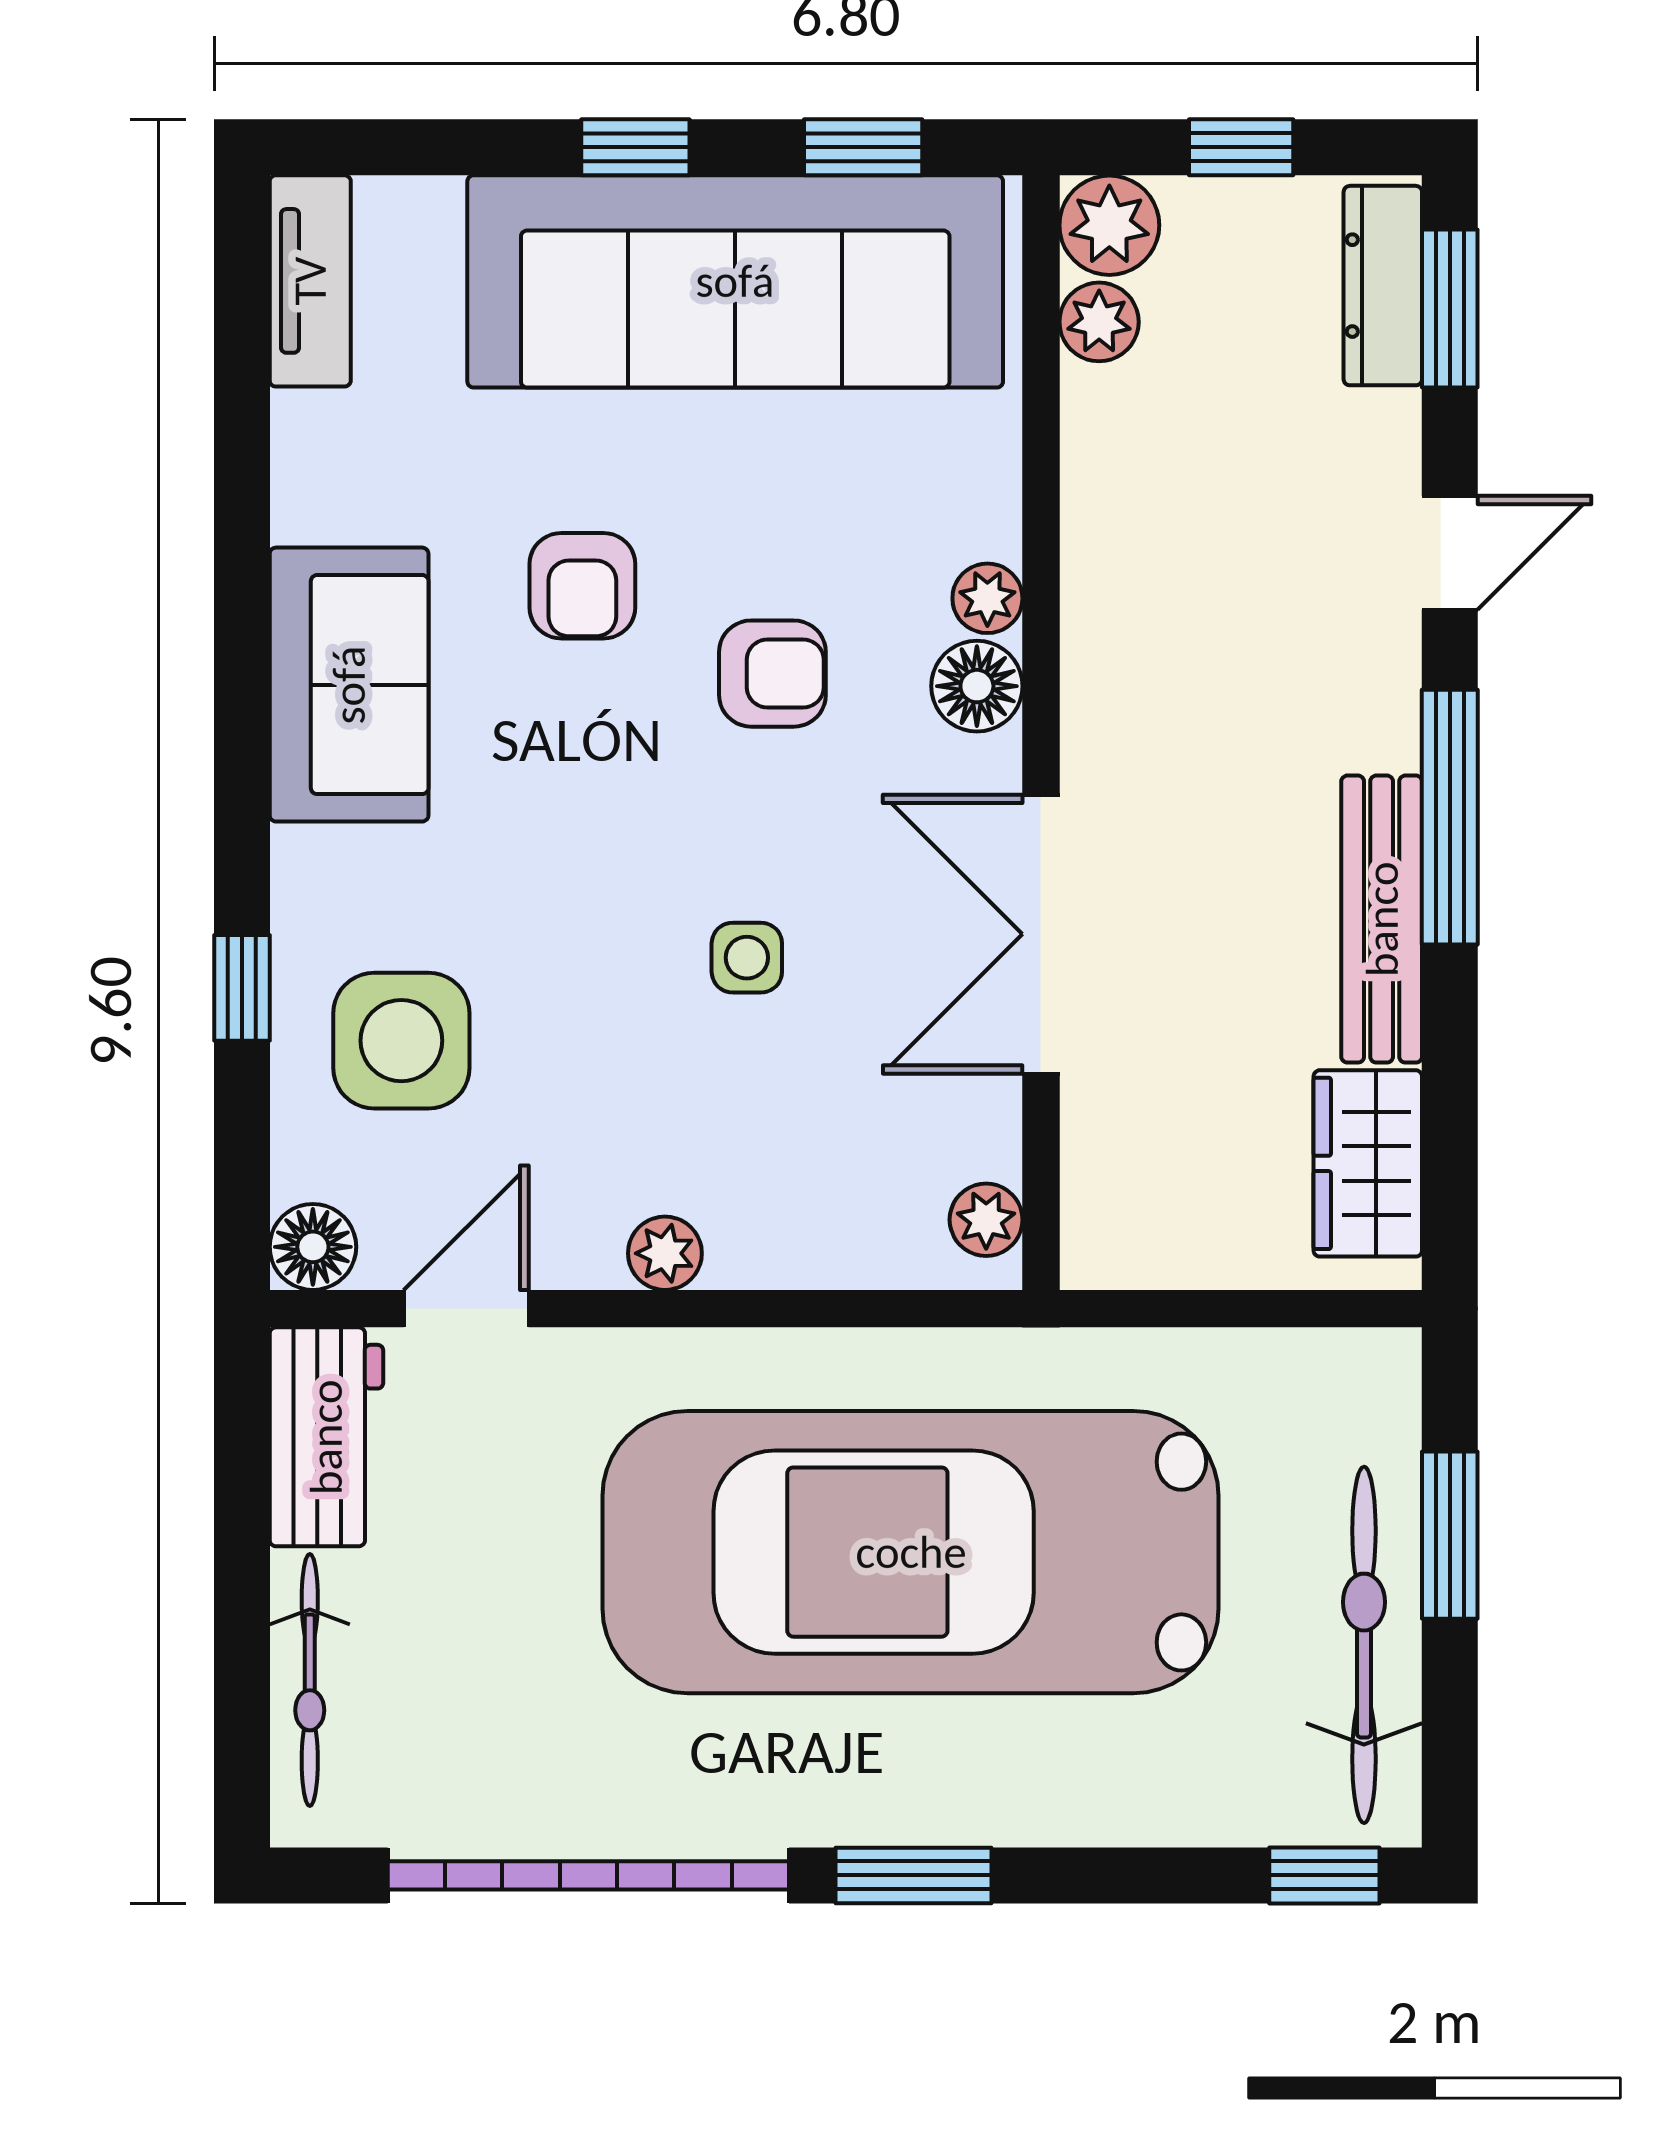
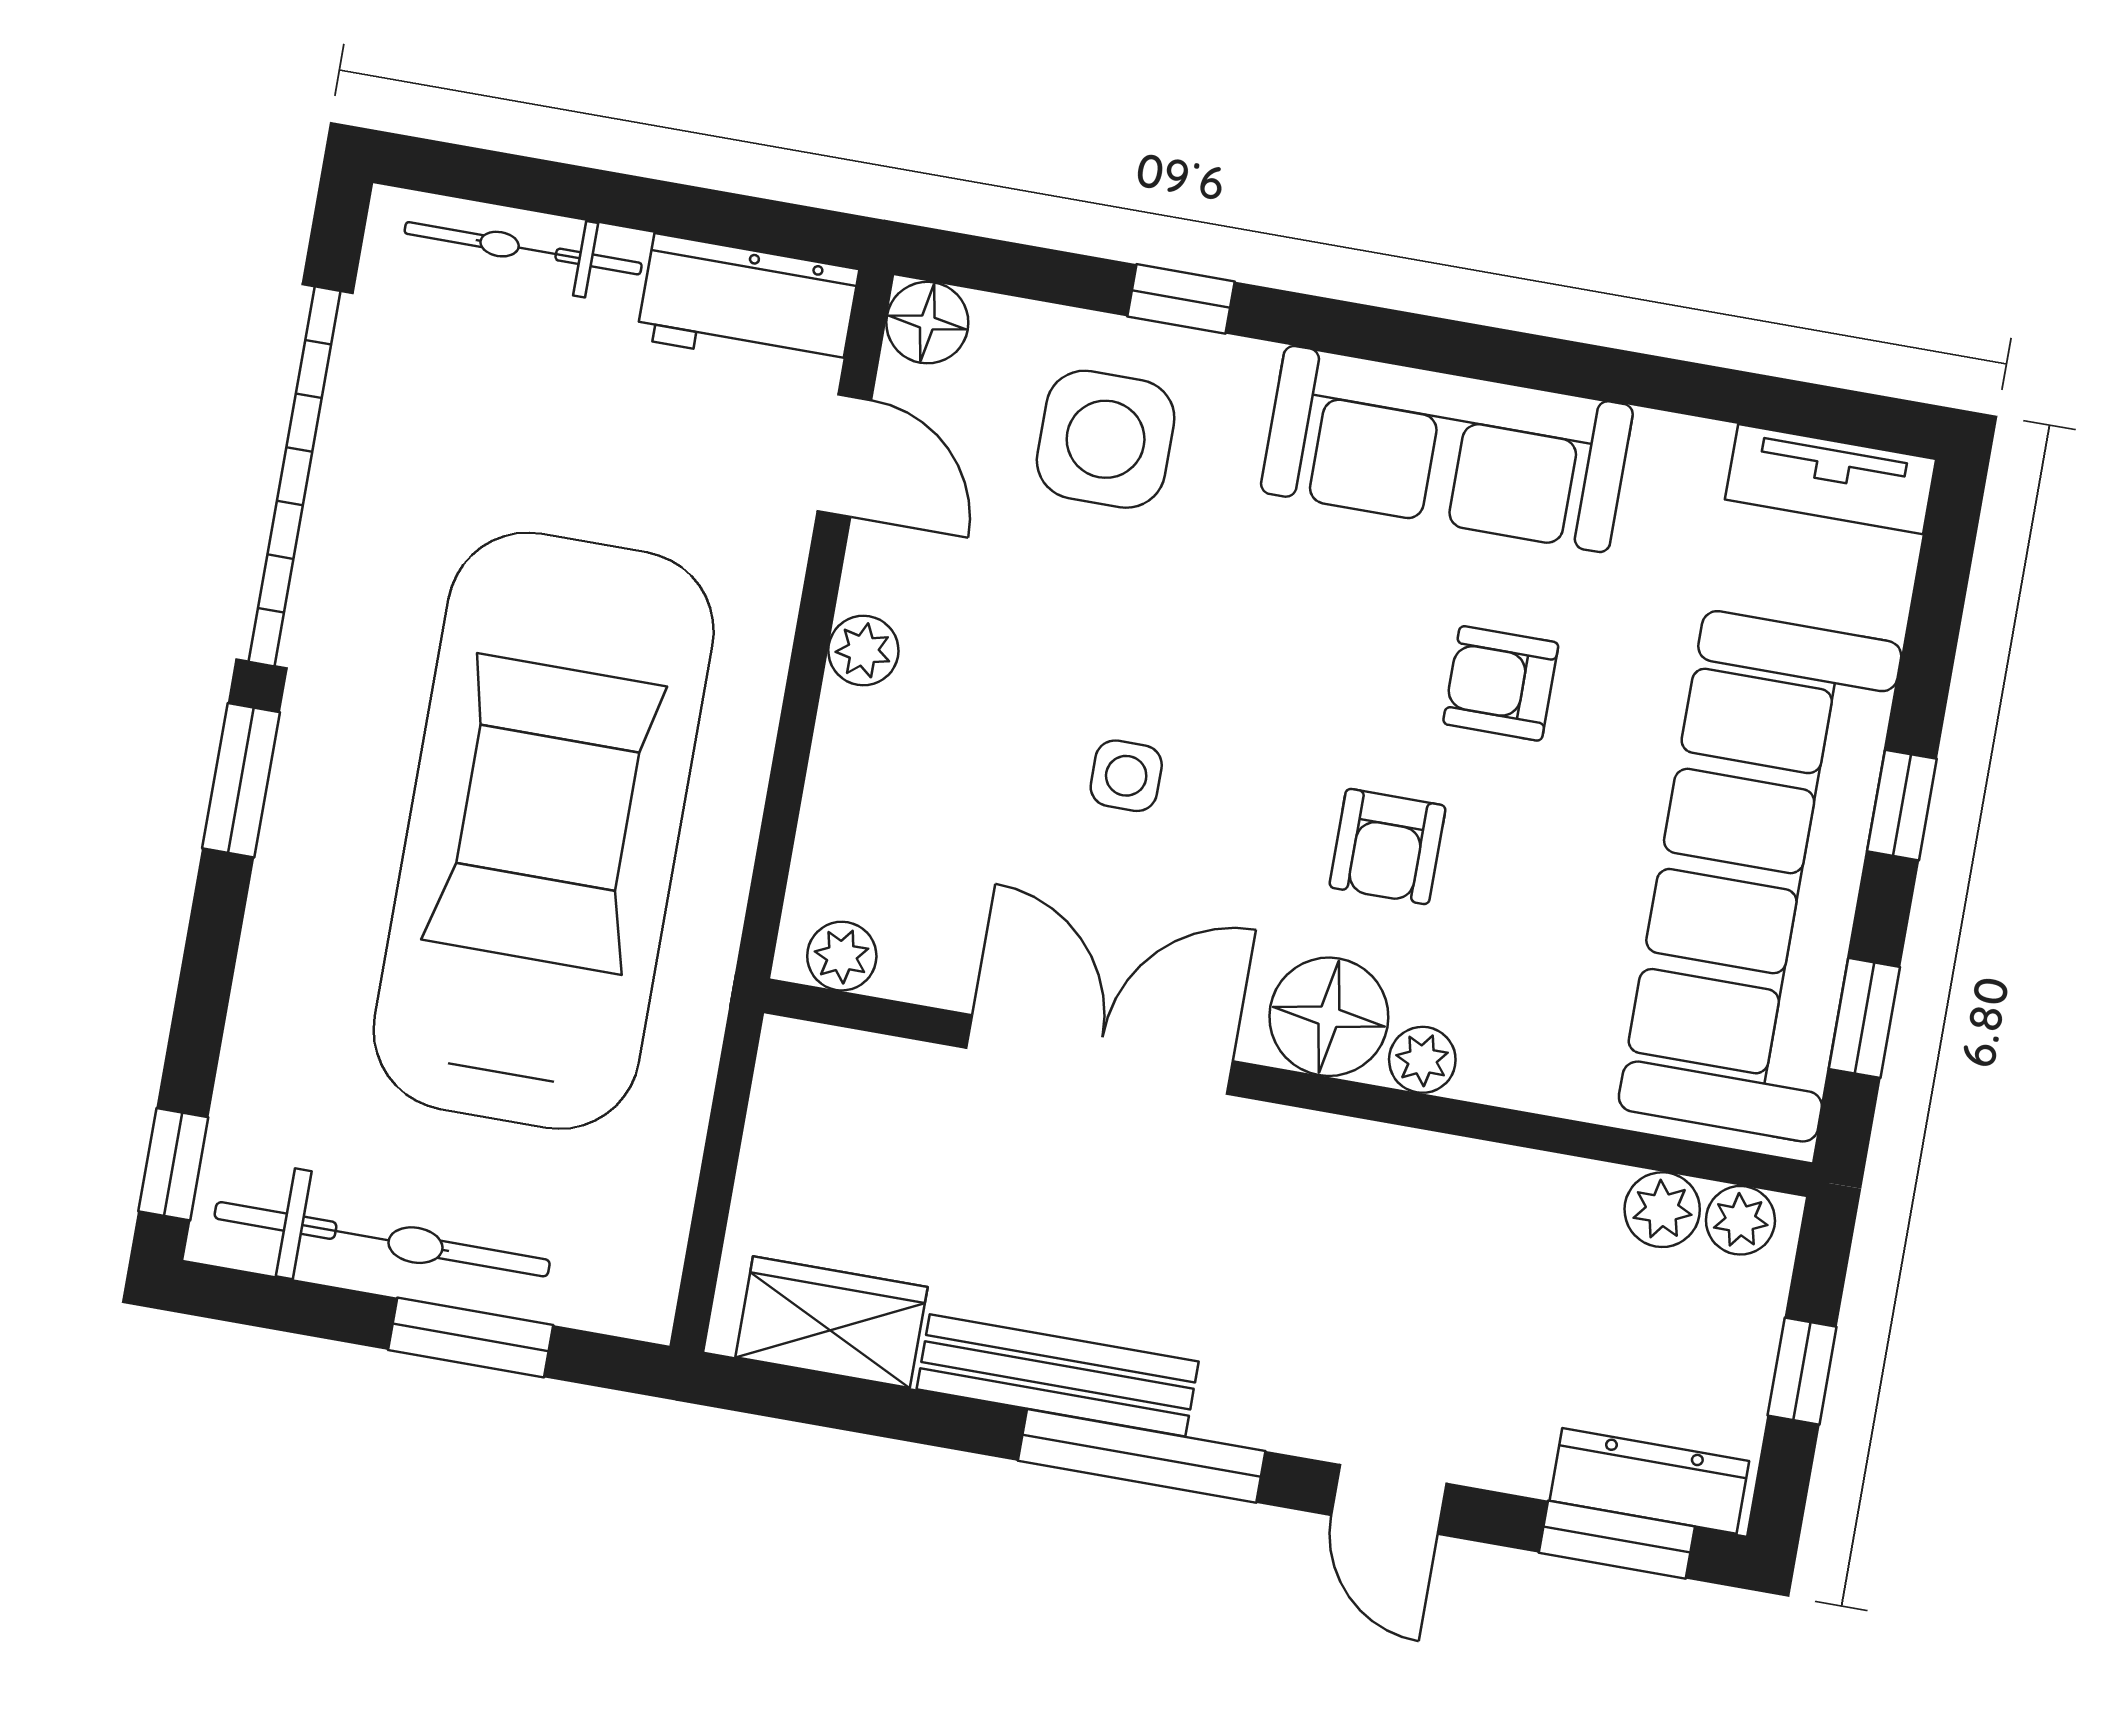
plant: (1109, 225) -> (1740, 1220), width x0.73, depth x0.73
sofa: (349, 685) -> (1447, 449), width x1.36
floor lamp: (977, 686) -> (1329, 1017), width x1.38, depth x1.38

